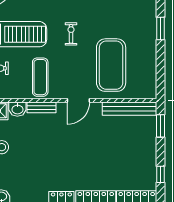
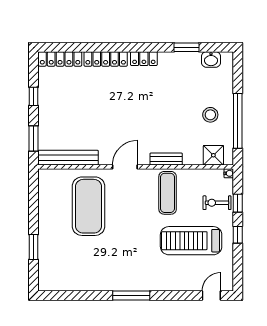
exercise bike: (71, 34) -> (133, 241), removed
washbasin: (17, 109) -> (193, 157), removed
window: (160, 174) -> (34, 96), moved

